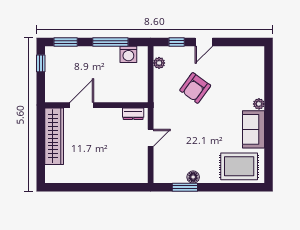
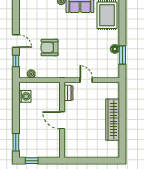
window: (110, 42) -> (16, 110), removed
armchair: (195, 88) -> (50, 47), turned 144
door: (82, 105) -> (62, 120), moved
wardrobe: (54, 136) -> (113, 120), moved, turned -90

